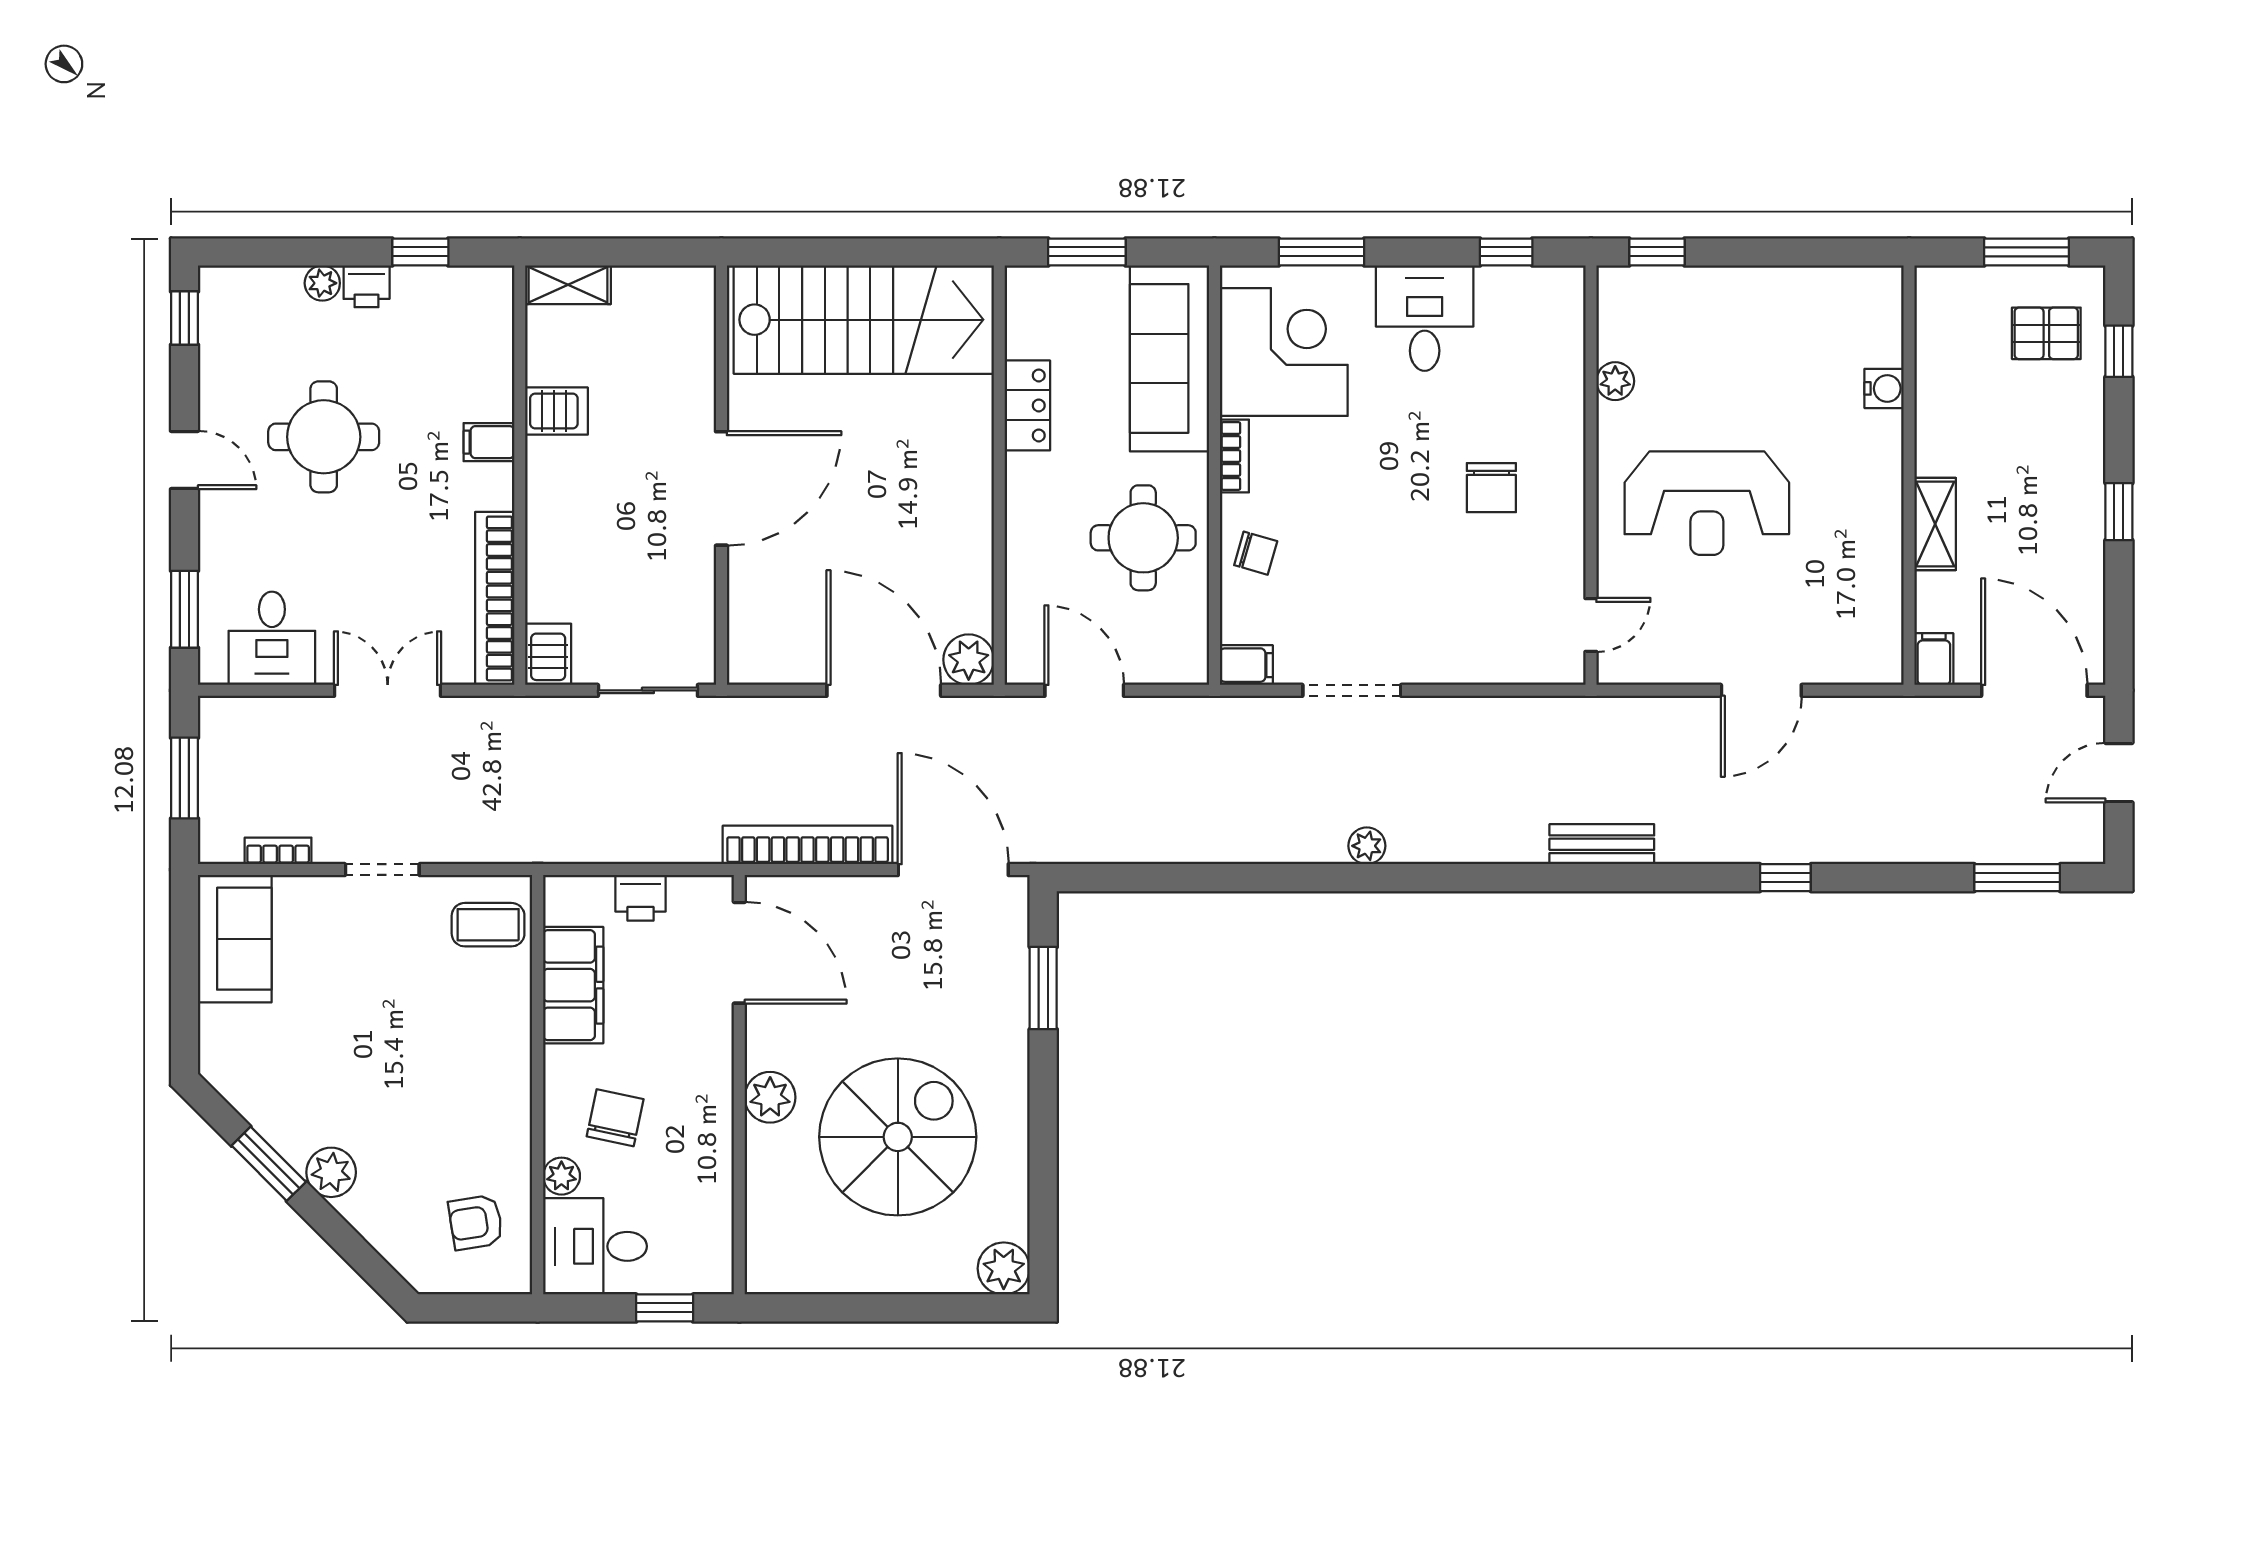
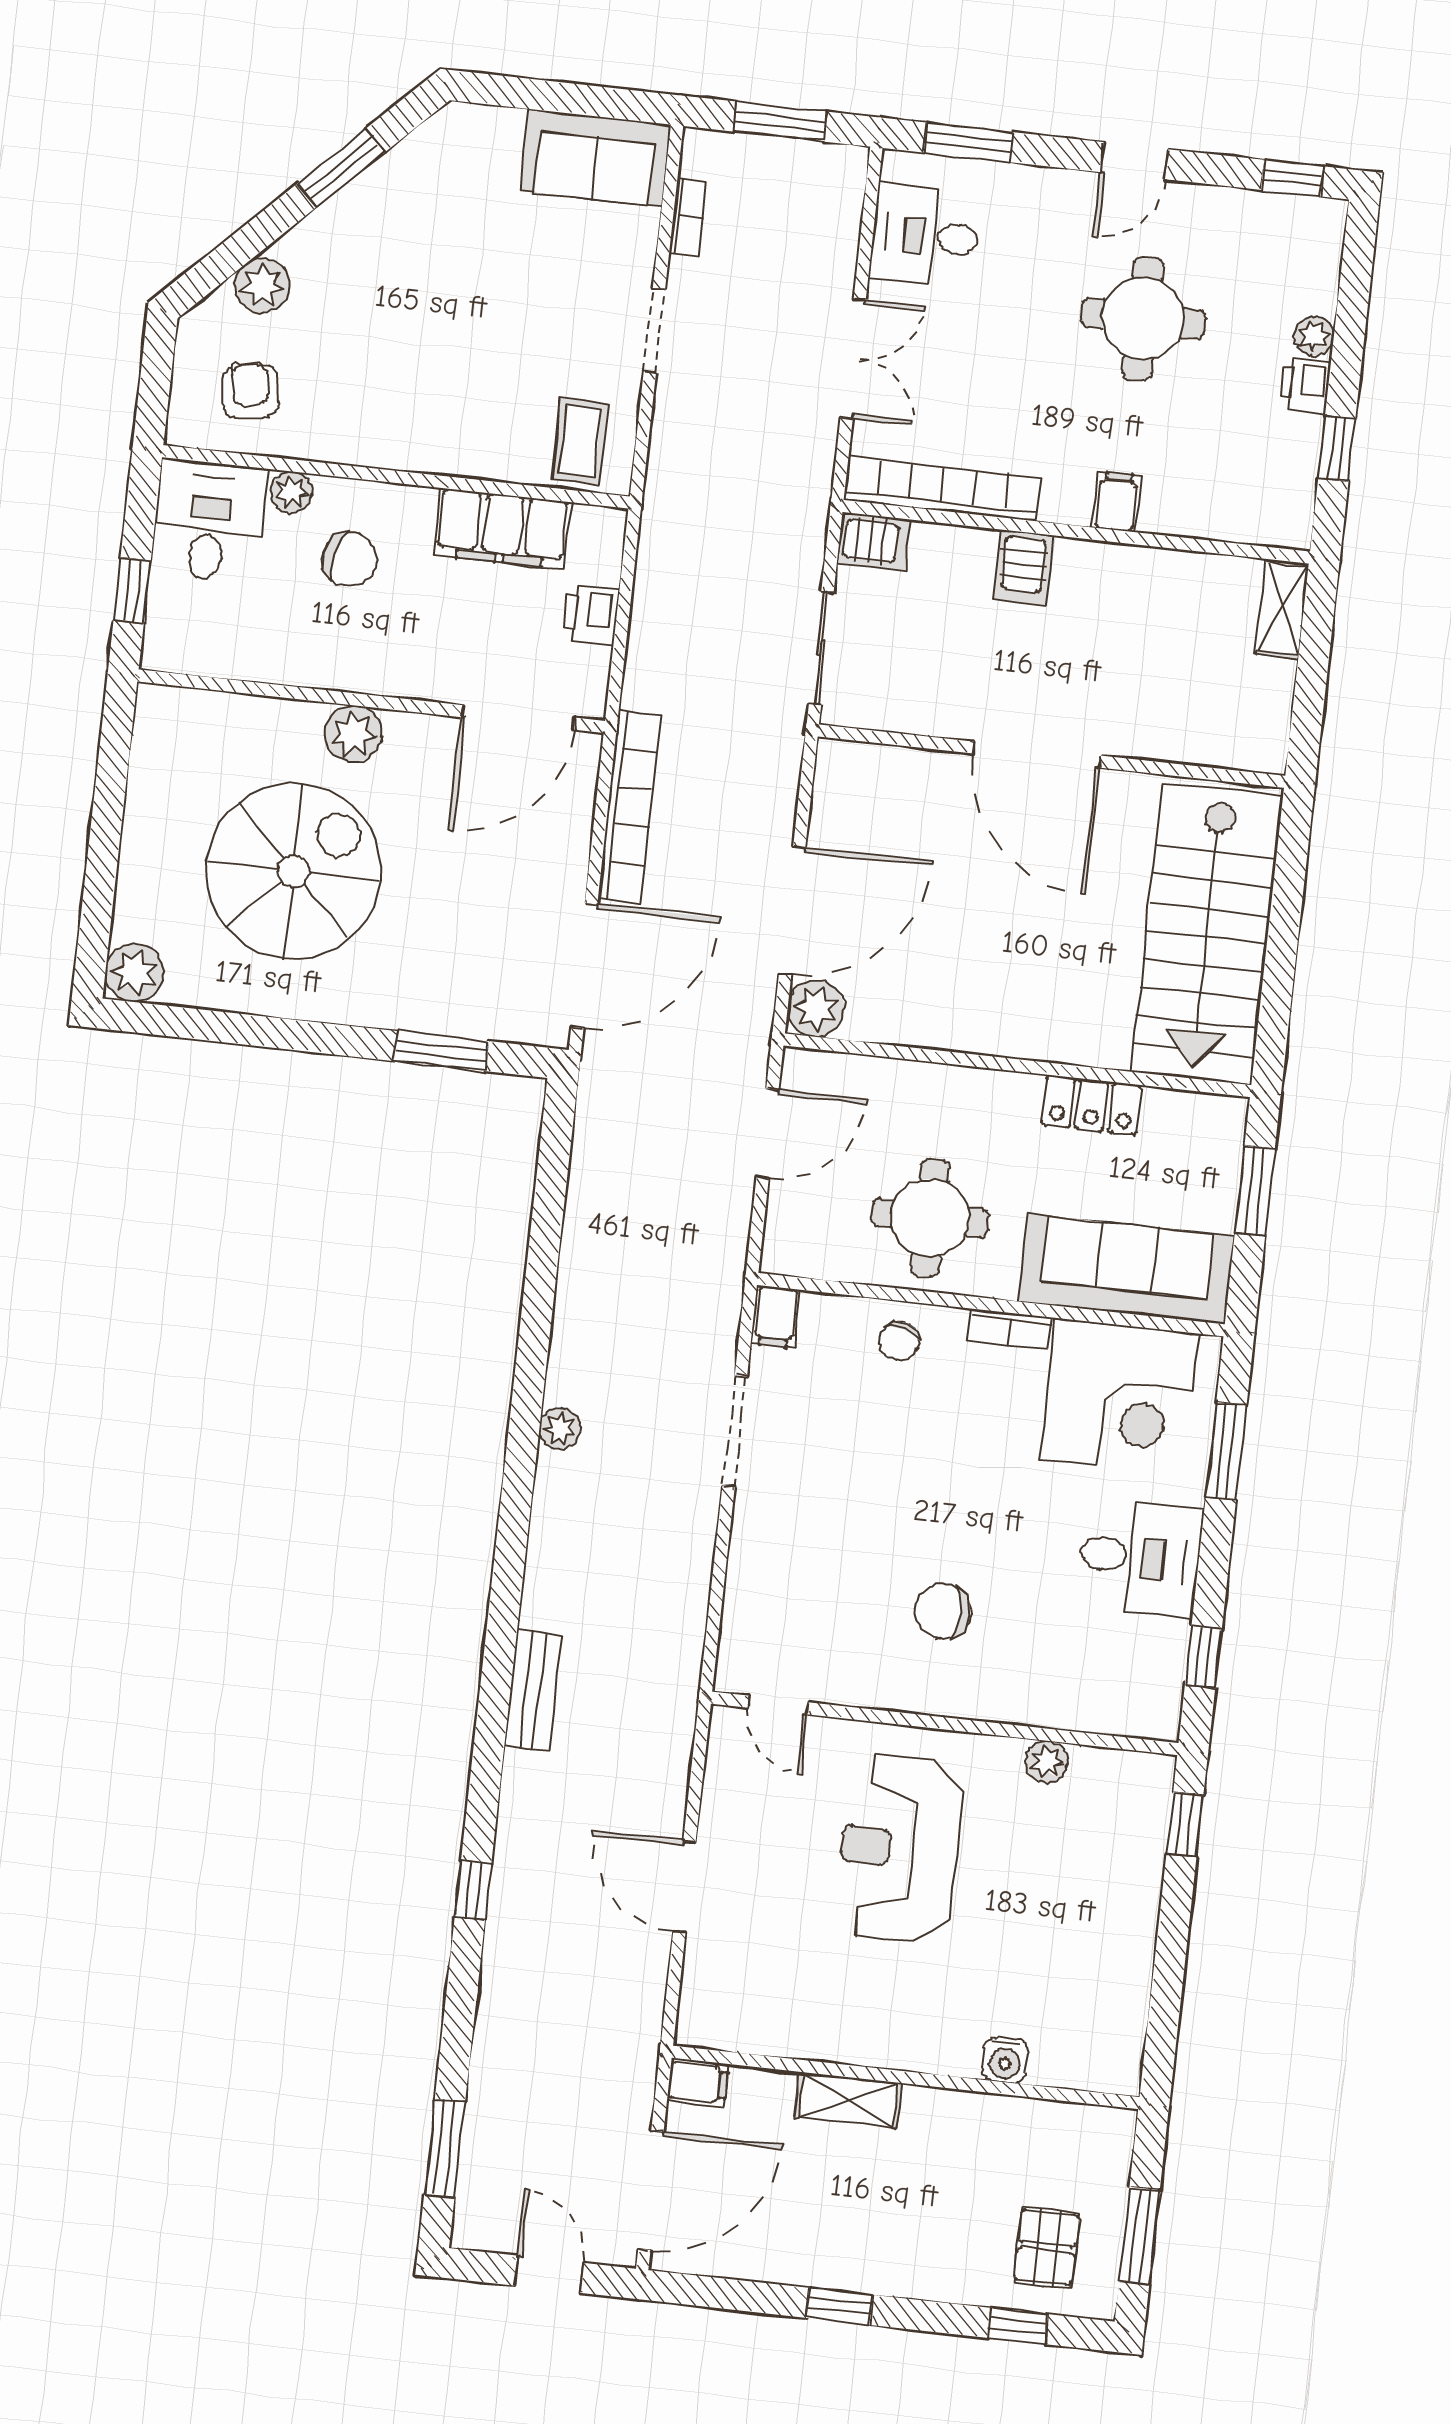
server rack: (556, 411) -> (1023, 567), moved
spiral stairs: (898, 1137) -> (294, 871), turned -90
plant: (331, 1172) -> (262, 286), moved

